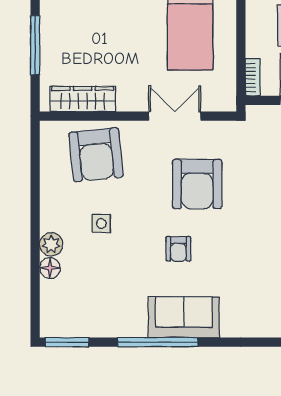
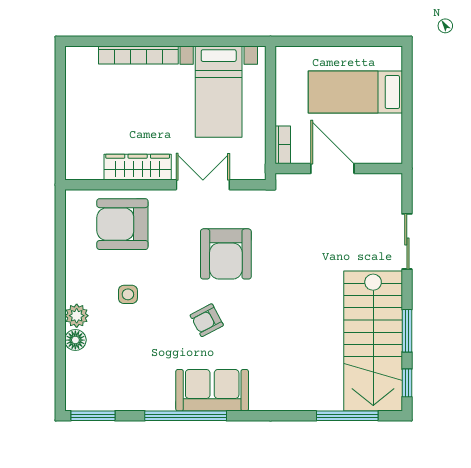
window: (35, 45) -> (60, 112), removed
wardrobe: (83, 99) -> (138, 167), moved
armchair: (96, 155) -> (122, 224), turned 96
armchair: (178, 249) -> (207, 320), turned 62

